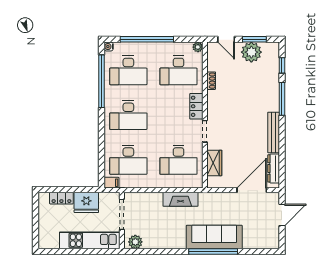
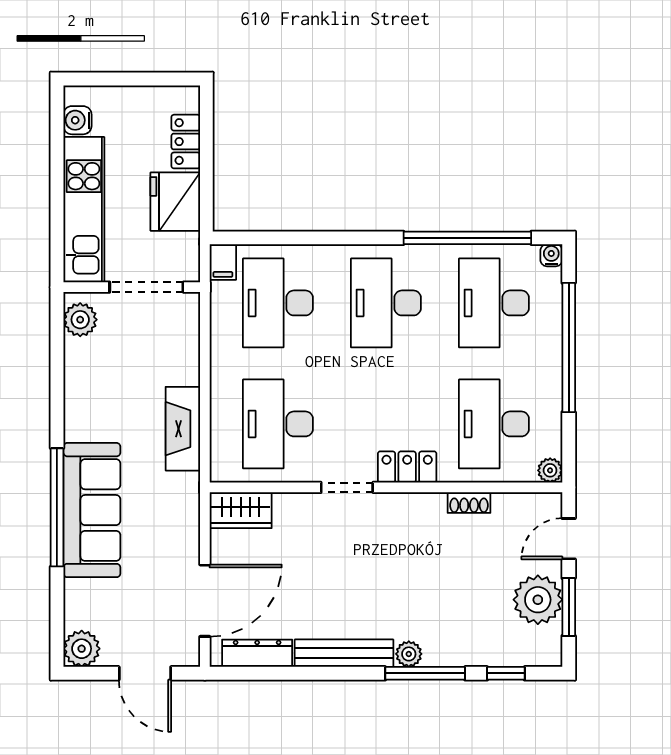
plant: (274, 106) -> (409, 654), added
wardrobe: (214, 163) -> (241, 510), moved
door: (252, 190) -> (205, 601), hinge flipped
plant: (272, 241) -> (82, 649), added
water cooler: (53, 243) -> (77, 120), added

